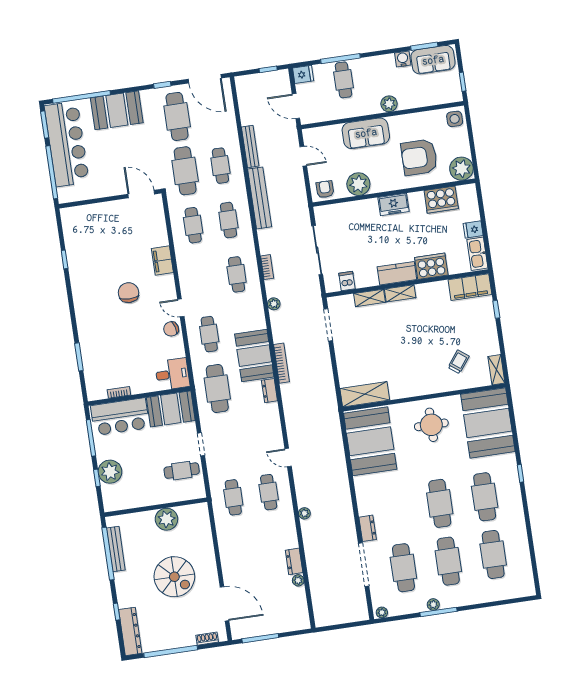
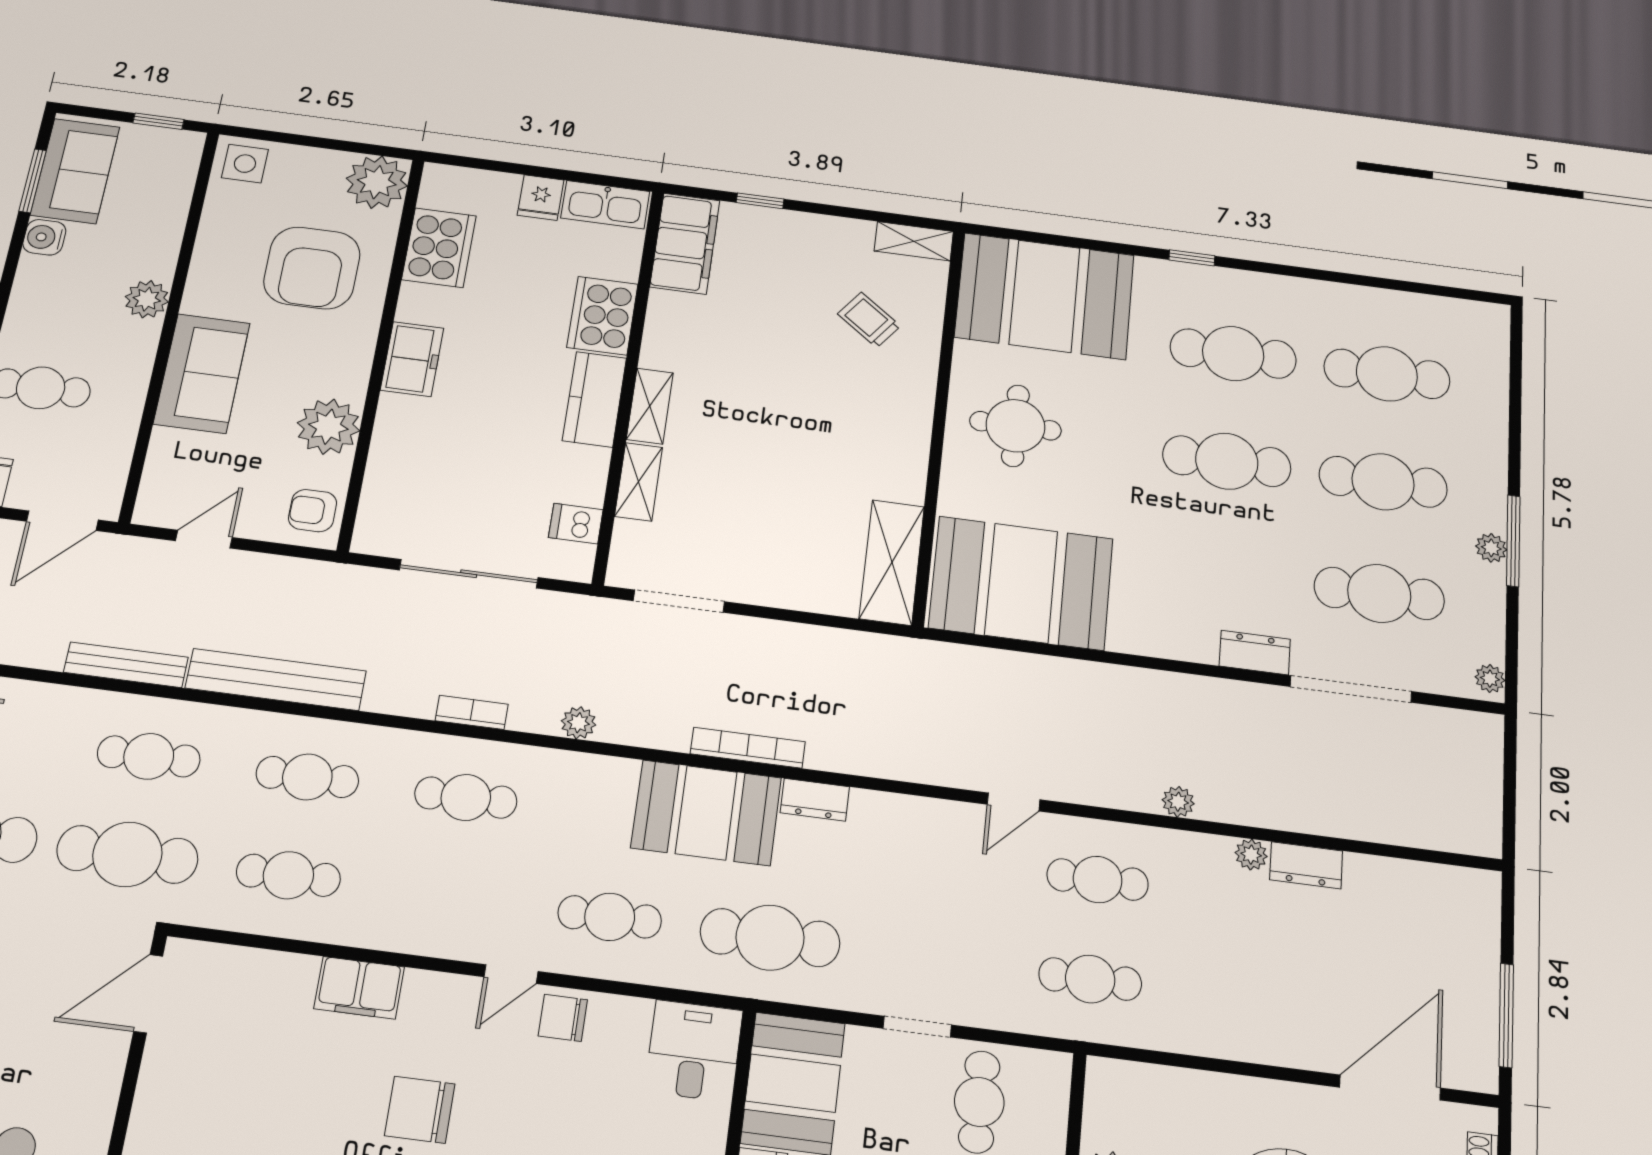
chair: (171, 329) -> (563, 1018), turned 105
plant: (298, 580) -> (1251, 855), moved

